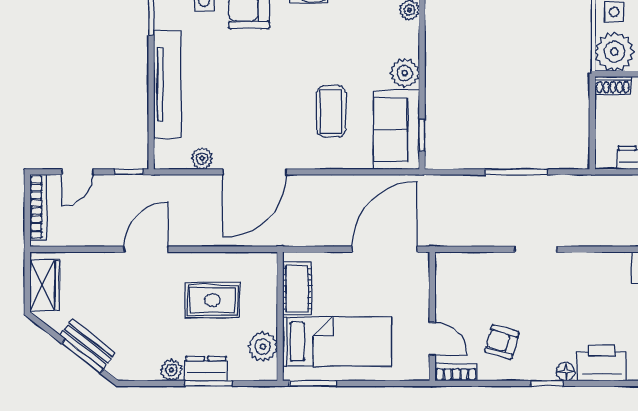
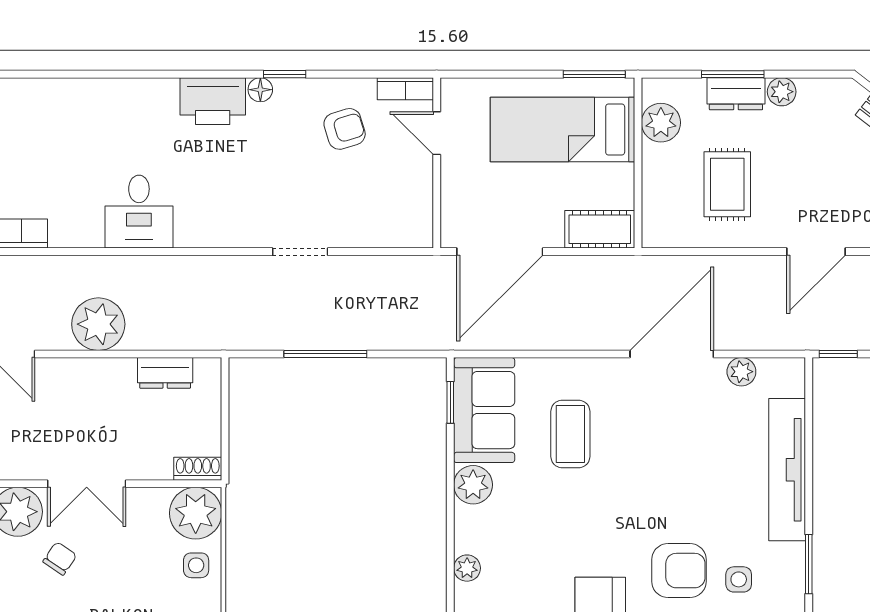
cot: (297, 289) -> (600, 229), moved, turned 90
rug: (213, 300) -> (727, 184), turned 90
armchair: (502, 342) -> (345, 129), turned -33

